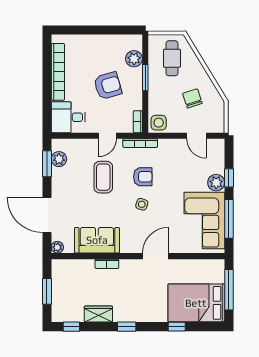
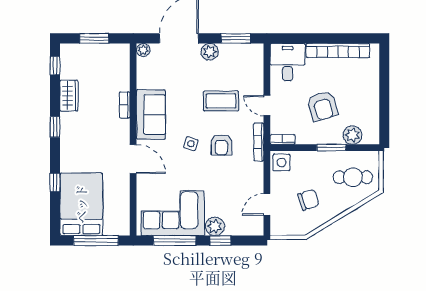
plant: (59, 159) -> (210, 52), moved
sofa: (97, 240) -> (151, 114), moved

